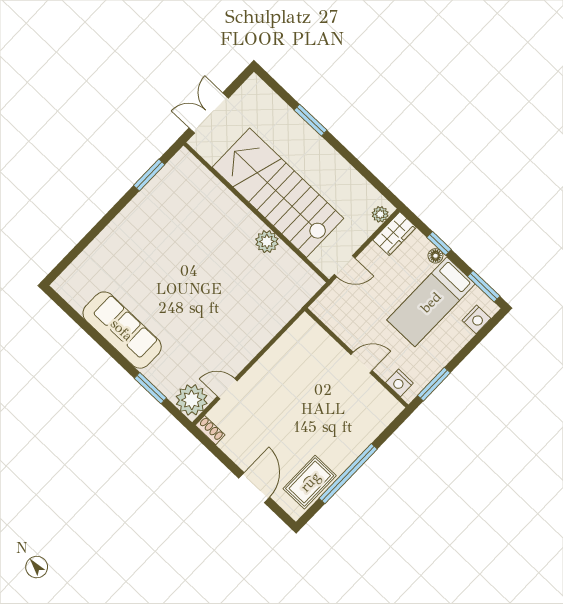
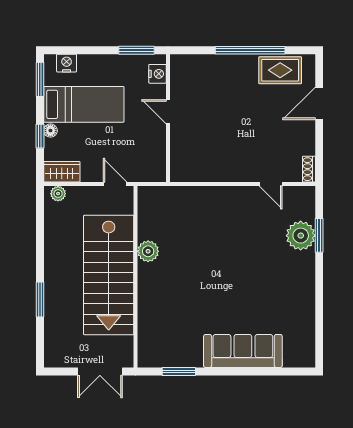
sofa: (122, 330) -> (243, 351), moved, turned 90
plant: (192, 400) -> (301, 236), moved

